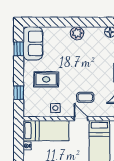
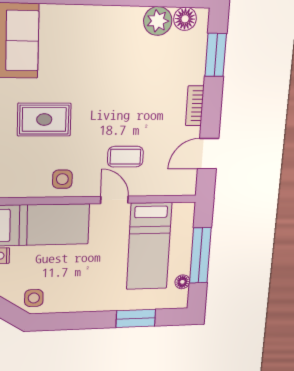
plant: (77, 33) -> (158, 21), moved

